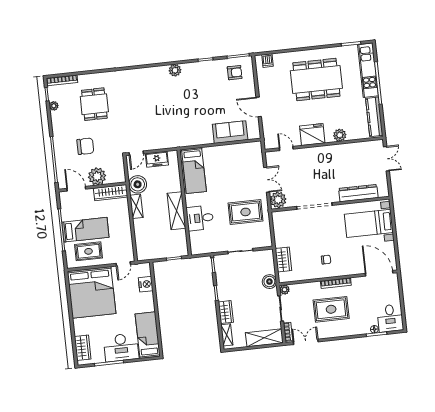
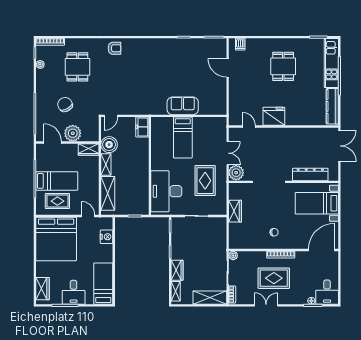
plant: (175, 70) -> (155, 44), removed
armchair: (235, 73) -> (114, 48), moved
dining table: (316, 80) -> (283, 66), width x0.53, depth x0.80
door: (259, 107) -> (228, 68), moved
sofa: (230, 132) -> (183, 106), moved
plant: (340, 135) -> (299, 120), removed
chair: (85, 146) -> (65, 105), turned -119
freezer: (157, 159) -> (142, 127), moved, turned 90
double door: (386, 159) -> (339, 146), width x1.37
bed: (194, 170) -> (183, 137), moved
wardrobe: (111, 193) -> (89, 149), width x0.67
shelving: (176, 211) -> (108, 193), moved
rug: (246, 212) -> (205, 181), turned 90
desk: (200, 218) -> (166, 191), width x1.87, depth x1.30
wardrobe: (283, 259) -> (235, 211), moved
door: (123, 264) -> (88, 216), swing flipped
door: (379, 273) -> (321, 250), hinge flipped
boiler: (269, 282) -> (220, 247), removed
double door: (306, 342) -> (266, 305), moved
desk: (121, 347) -> (74, 292), width x0.73

